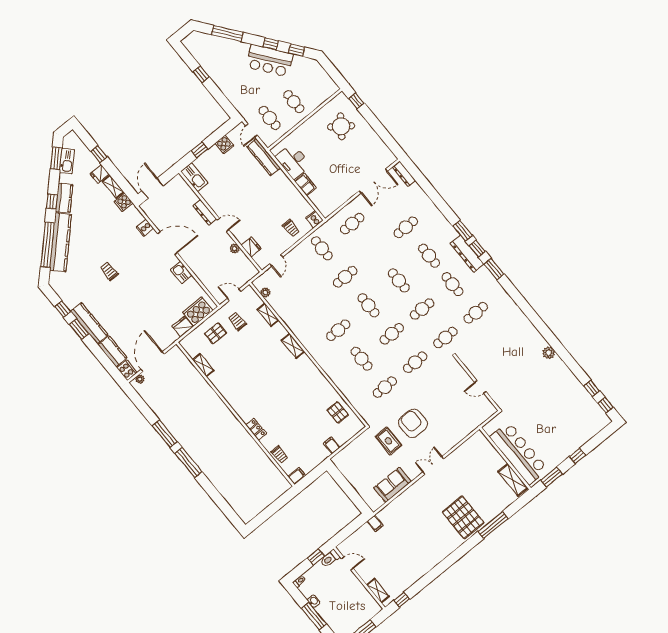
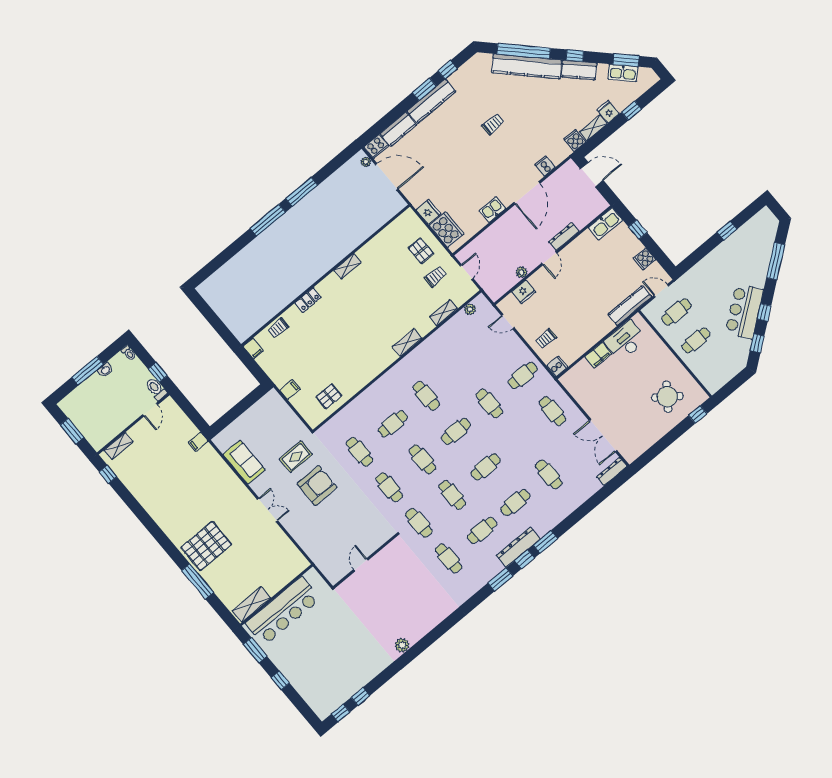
shelving: (203, 365) -> (348, 266), moved

